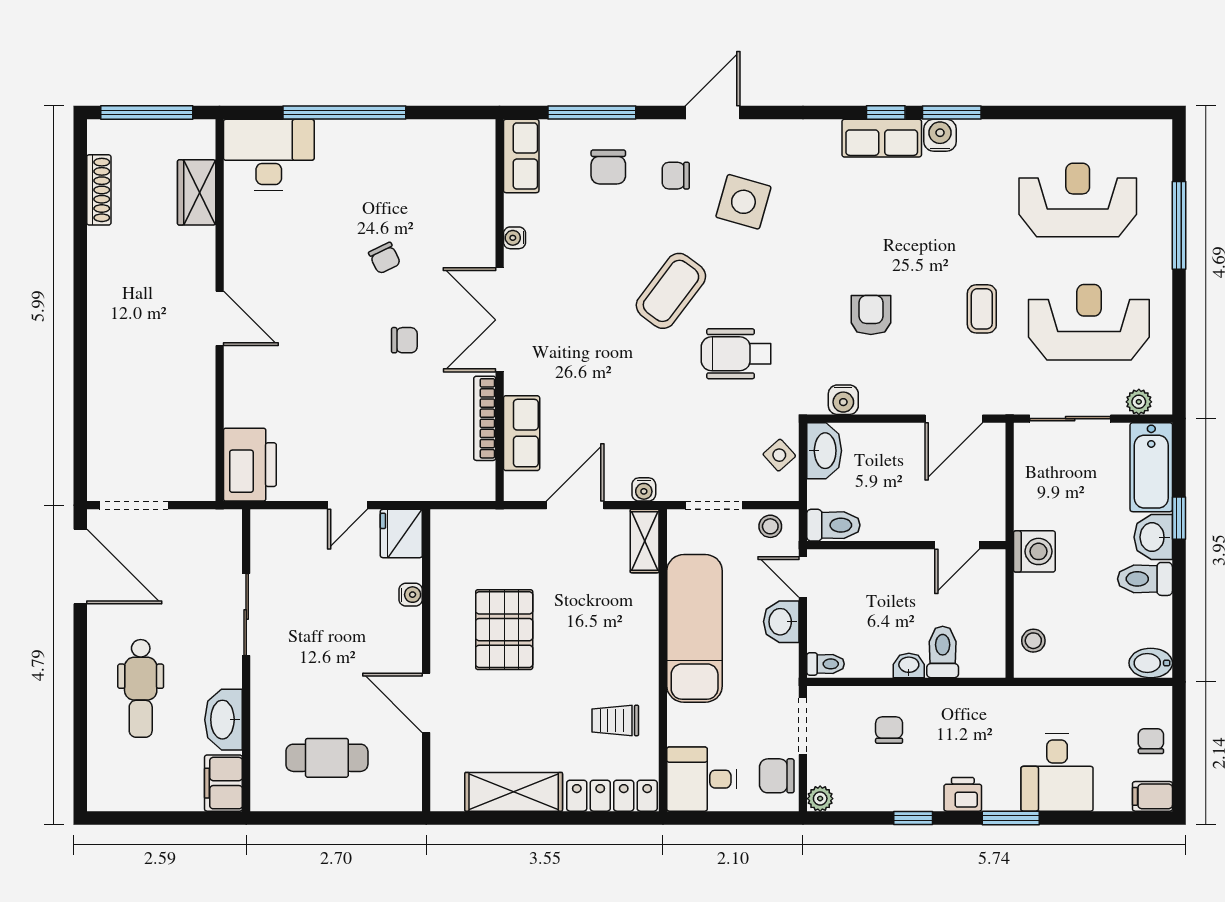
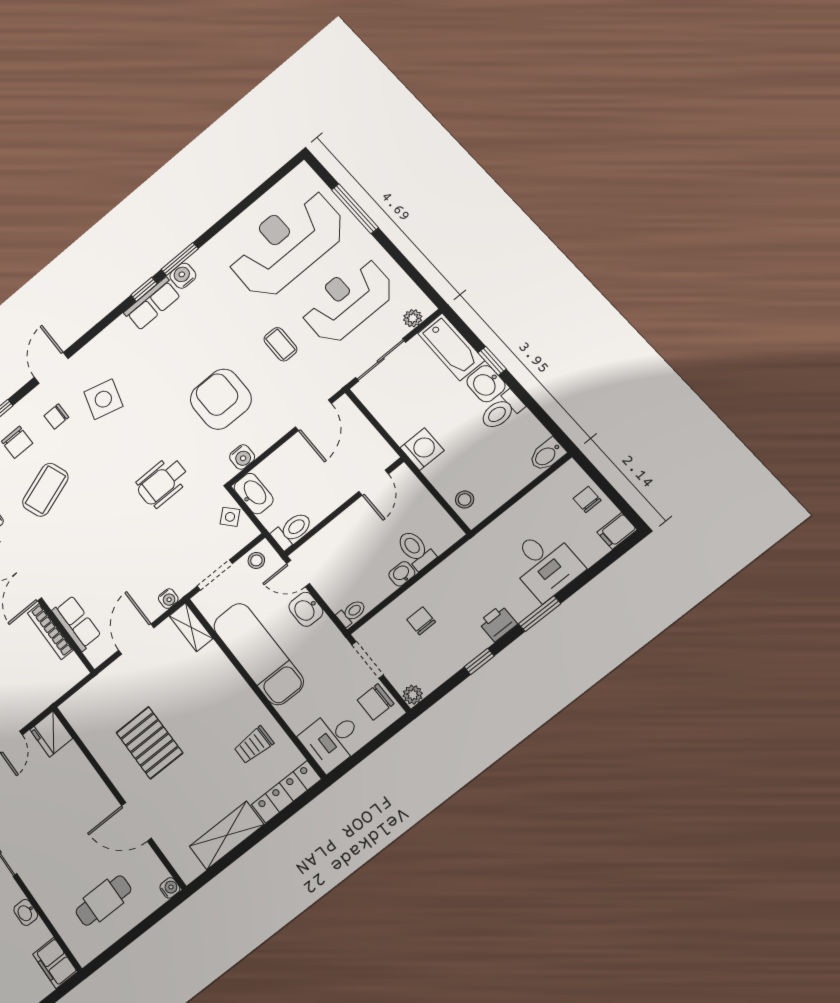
reception desk: (1078, 200) -> (287, 244), width x1.36, depth x1.30
coffee table: (671, 291) -> (45, 490), moved, turned 33
armchair: (871, 315) -> (221, 399), width x1.88, depth x1.88
water cooler: (411, 595) -> (170, 888), moved
washbasin: (224, 720) -> (26, 912), width x0.52, depth x0.69

